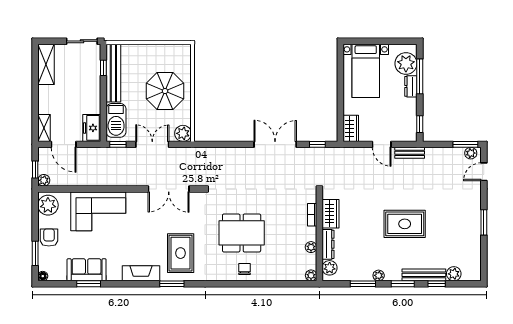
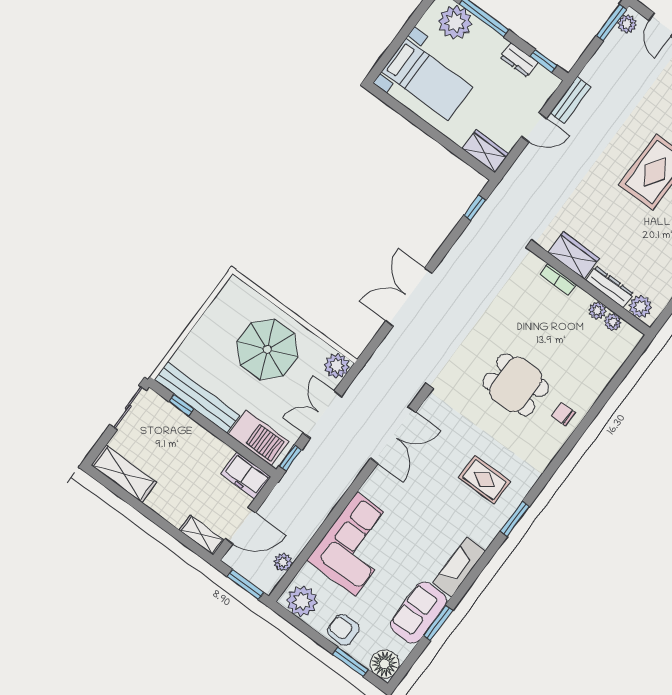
dresser: (411, 86) -> (519, 60), moved
double door: (275, 144) -> (409, 297), moved
window: (35, 170) -> (246, 585), width x1.50
plant: (44, 180) -> (283, 562), moved
dining table: (242, 233) -> (516, 385), width x0.73
rug: (181, 253) -> (484, 480), width x0.73, depth x0.70
fireplace: (141, 273) -> (459, 567), moved
plant: (311, 275) -> (613, 322), moved
floor lamp: (43, 276) -> (385, 664), width x1.89, depth x1.89

